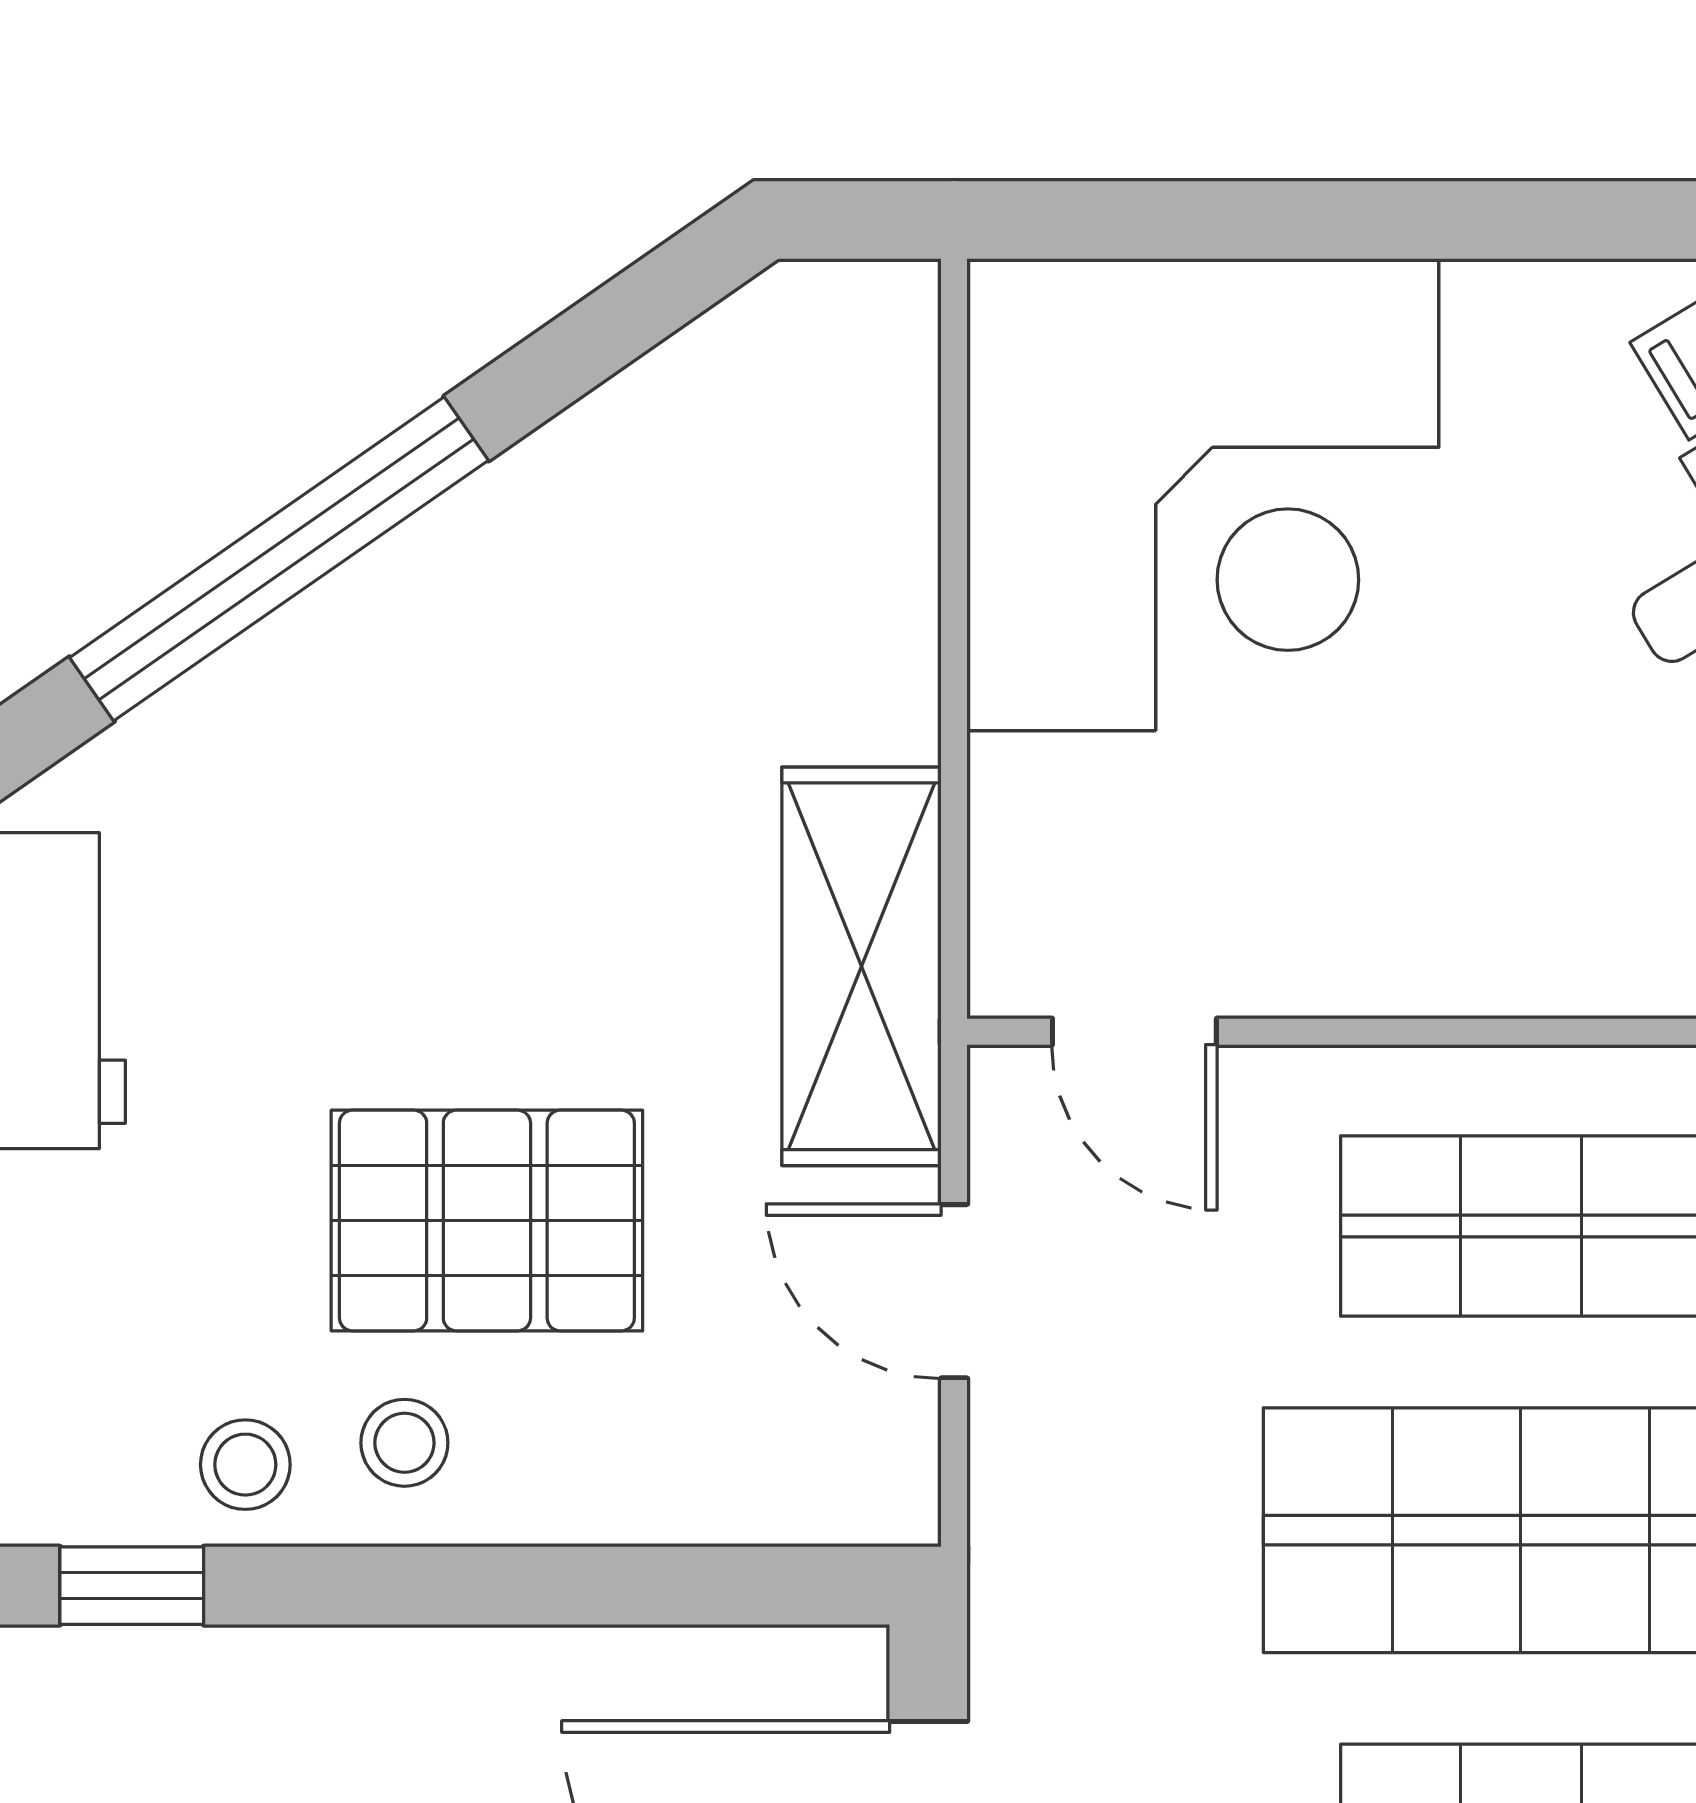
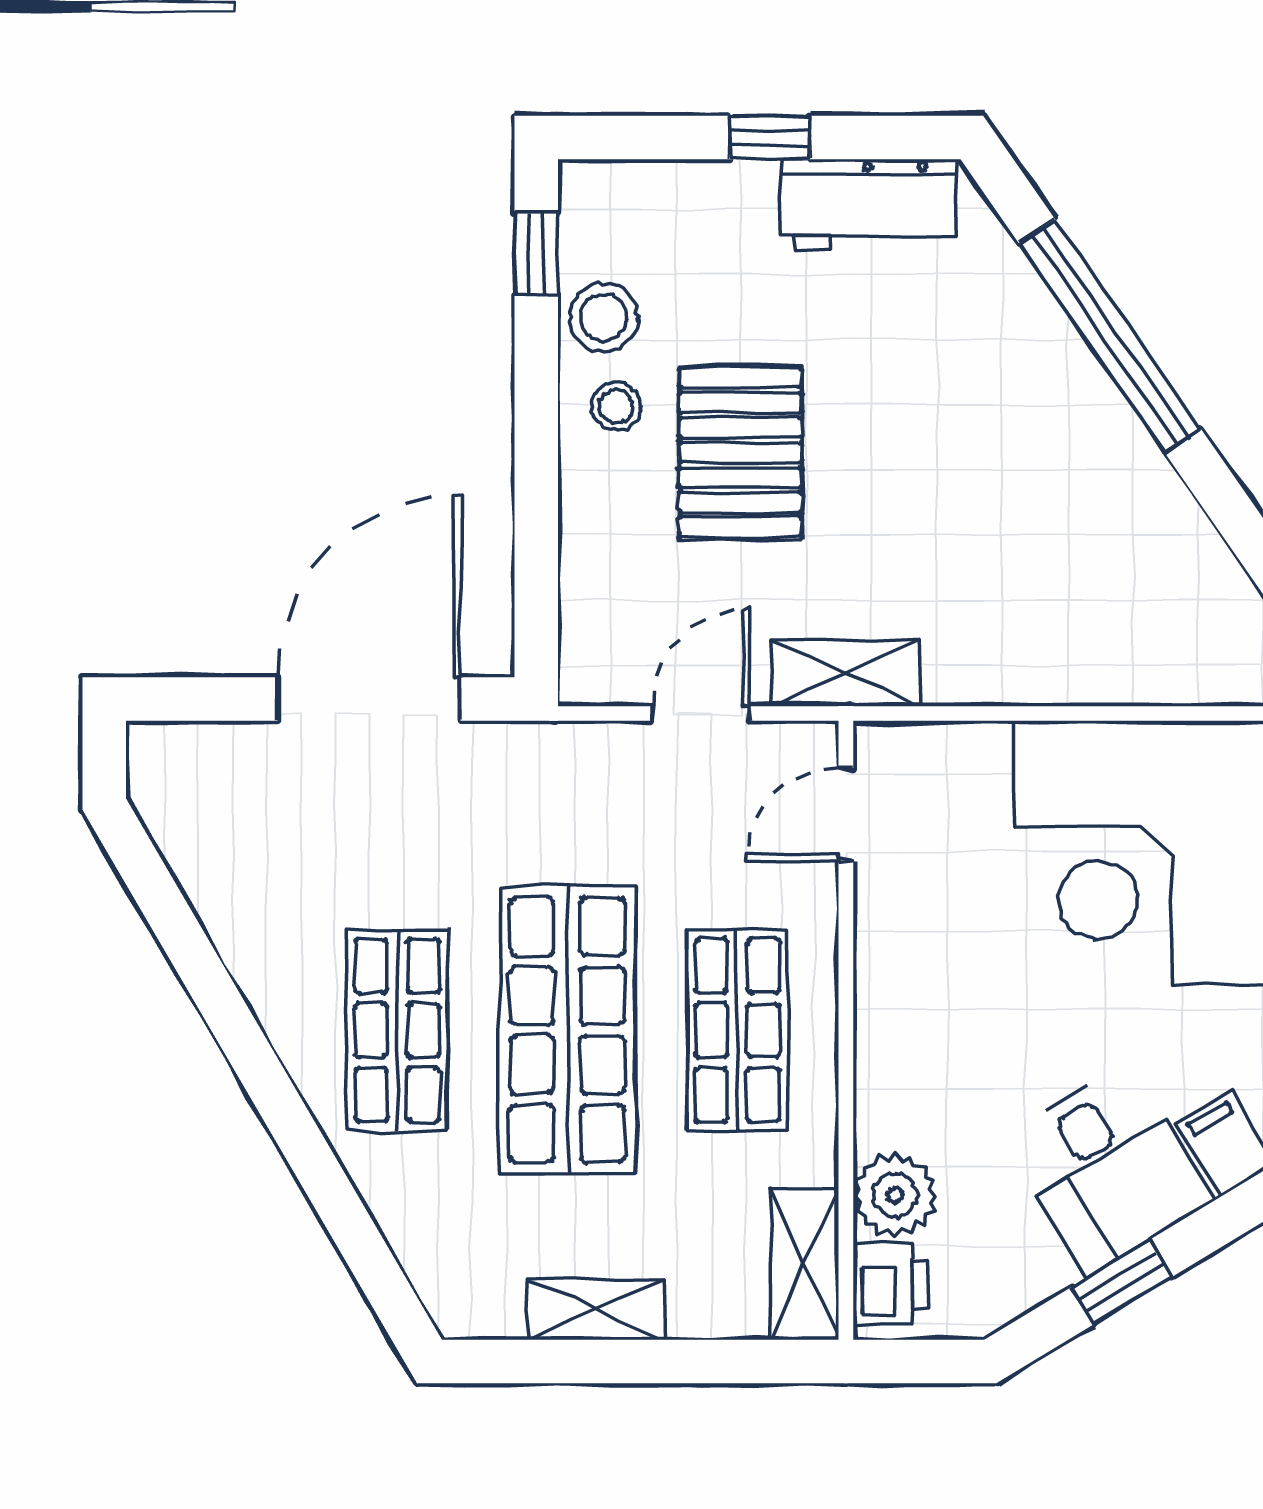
shelving: (861, 966) -> (845, 673), width x0.67, depth x0.75
stool: (245, 1465) -> (604, 317), width x1.37, depth x1.37

